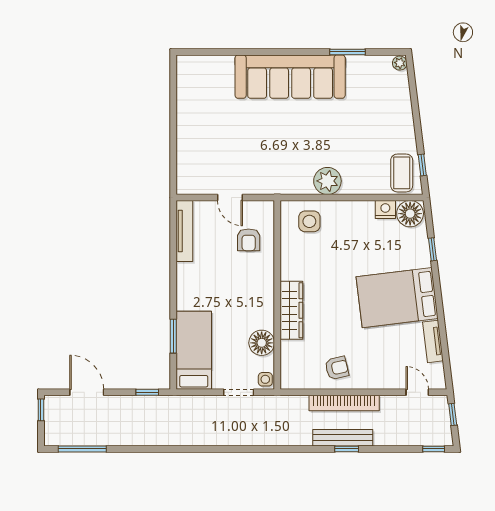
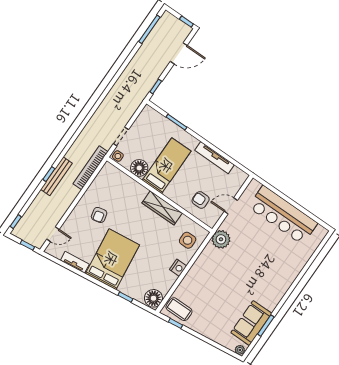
sofa: (290, 77) -> (251, 323), moved, width x0.54, depth x0.79
bar counter: (197, 126) -> (283, 215), added
plant: (327, 181) -> (221, 239), moved
nightstand: (385, 209) -> (178, 268), moved
tv unit: (184, 231) -> (215, 158), moved
wardrobe: (291, 310) -> (162, 208), moved
bed: (194, 350) -> (167, 166), moved, turned -90
armchair: (337, 368) -> (99, 215), moved
bookcase: (344, 403) -> (91, 168), moved

